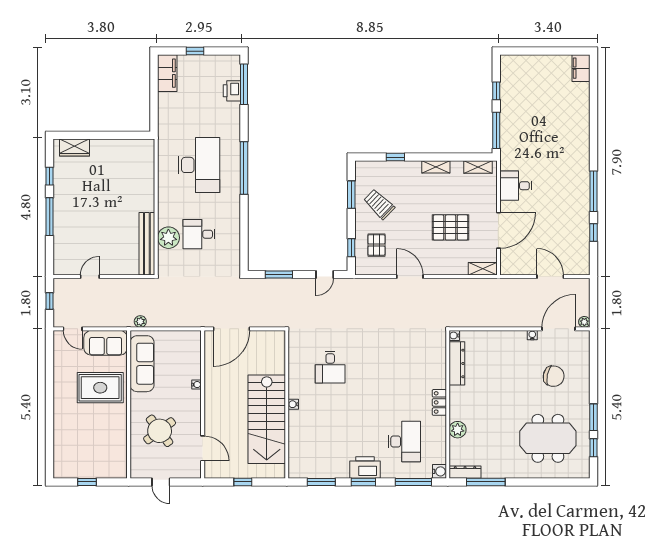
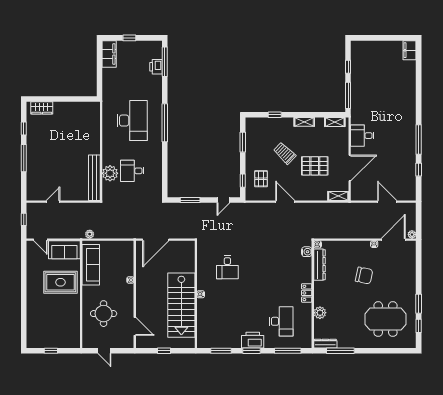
trolley: (379, 204) -> (285, 153), moved
chair: (554, 376) -> (364, 276), moved
round table: (160, 431) -> (104, 314), turned 37
water cooler: (439, 471) -> (307, 252), moved

